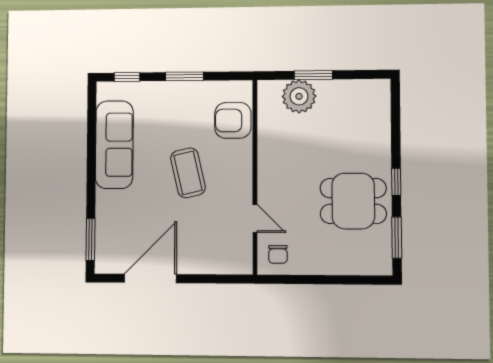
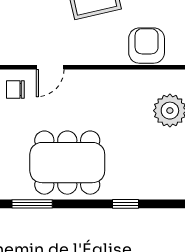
window: (396, 182) -> (125, 204), moved
dining table: (353, 201) -> (67, 163), width x1.38

